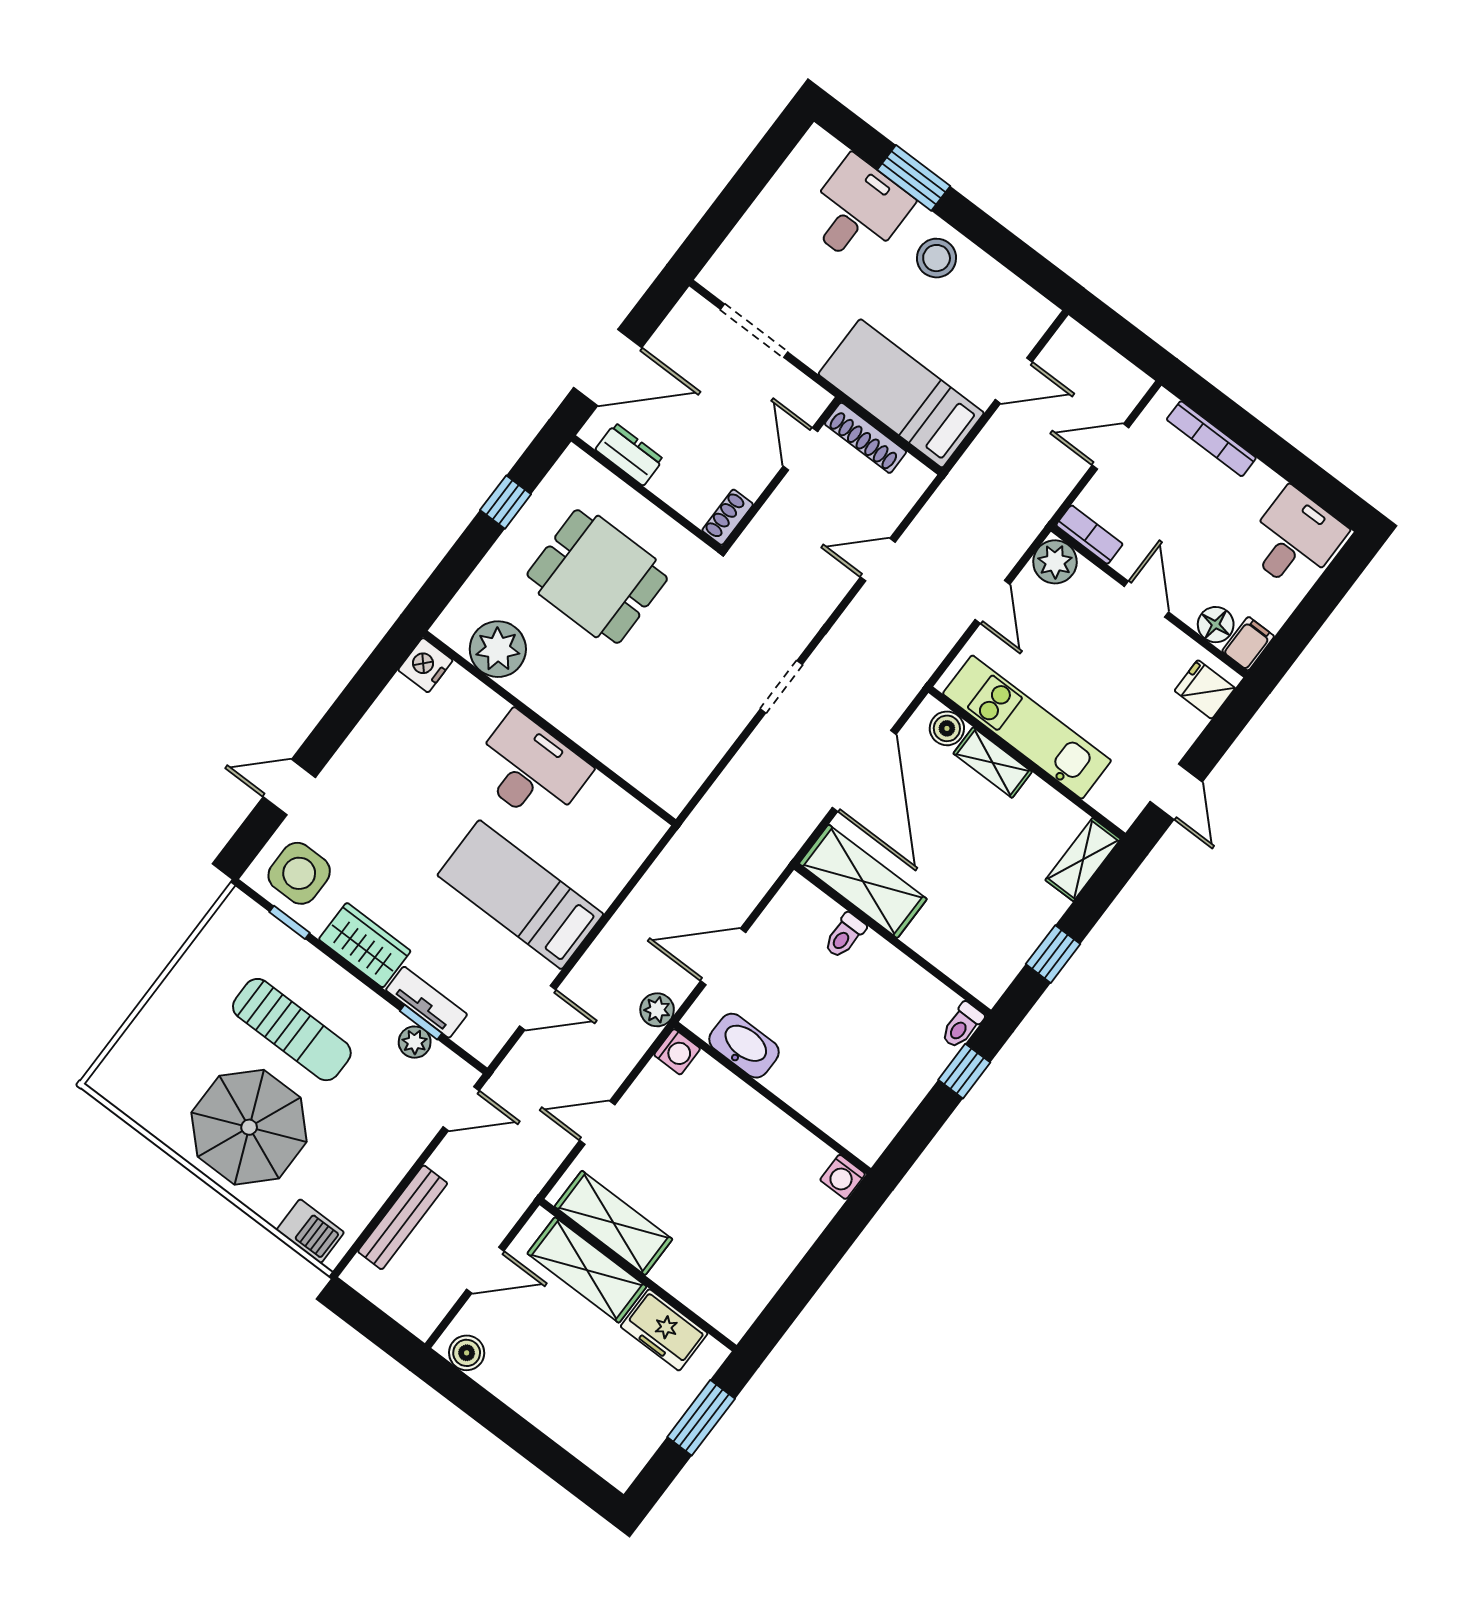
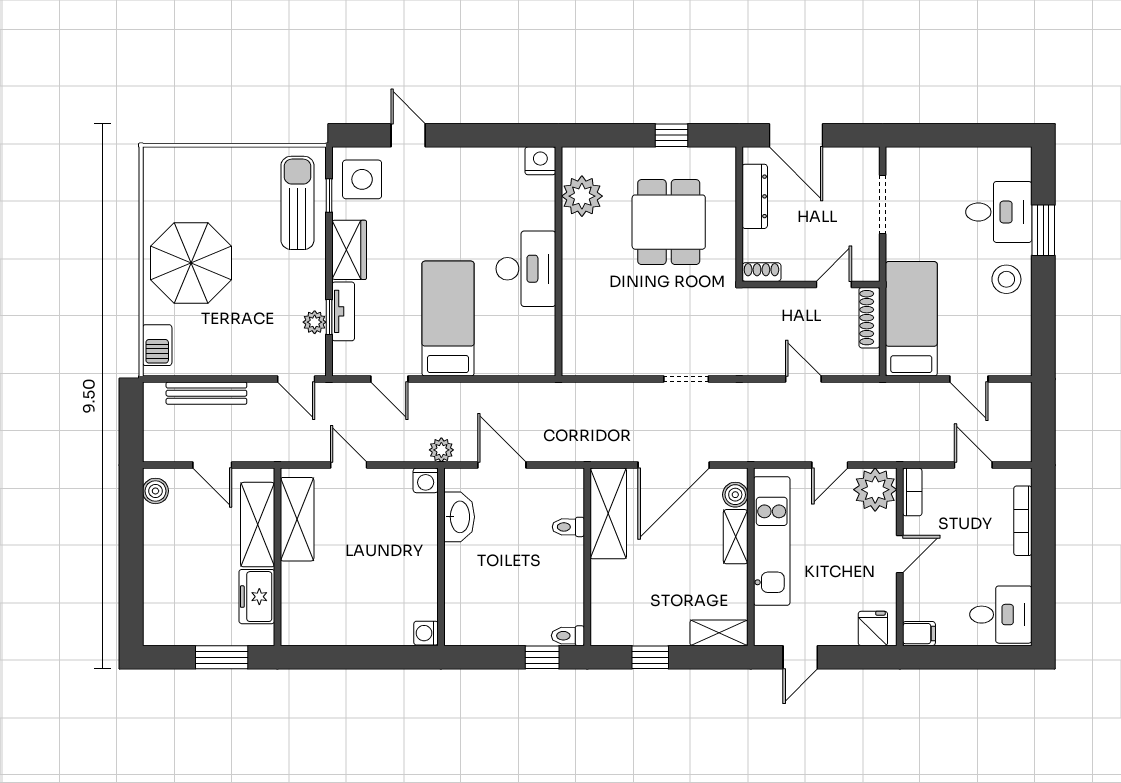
dresser: (629, 454) -> (755, 196), width x1.44
plant: (1055, 562) -> (875, 490), width x1.36, depth x1.36
floor lamp: (1216, 625) -> (916, 606), removed
sun lounger: (292, 1030) -> (297, 203), moved, turned 180

